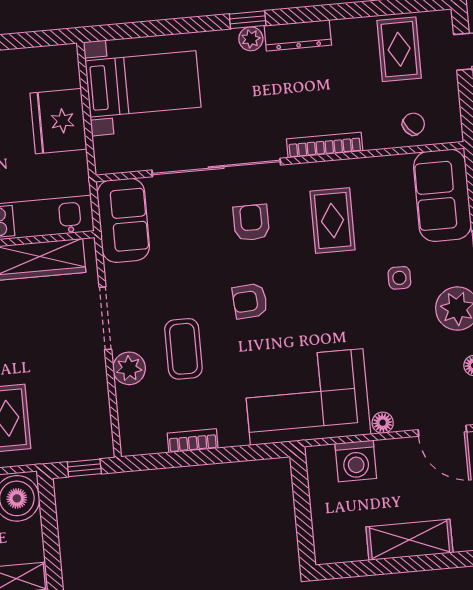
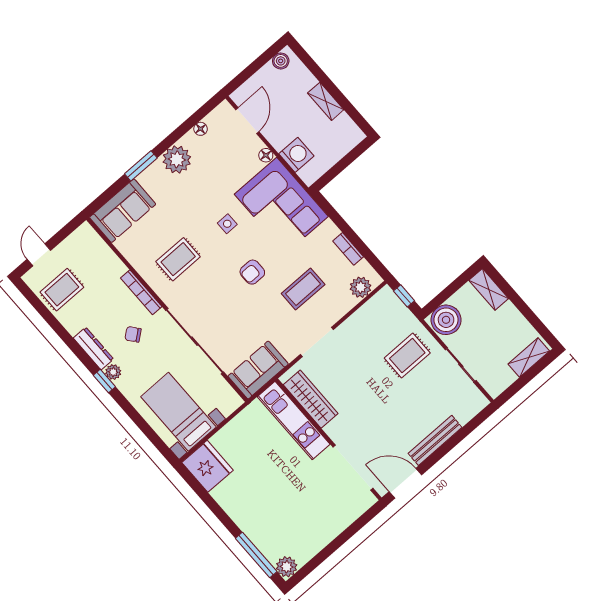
fridge: (58, 121) -> (208, 466), moved, turned -90
chair: (413, 124) -> (133, 334), moved
armchair: (251, 223) -> (210, 301), removed
side table: (399, 278) -> (227, 224), moved
armchair: (250, 301) -> (252, 272), turned 94
plant: (129, 368) -> (361, 287), moved
shelving: (409, 540) -> (326, 101), width x0.67, depth x0.75

